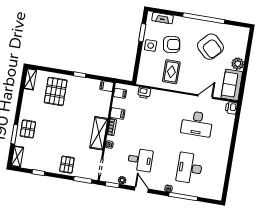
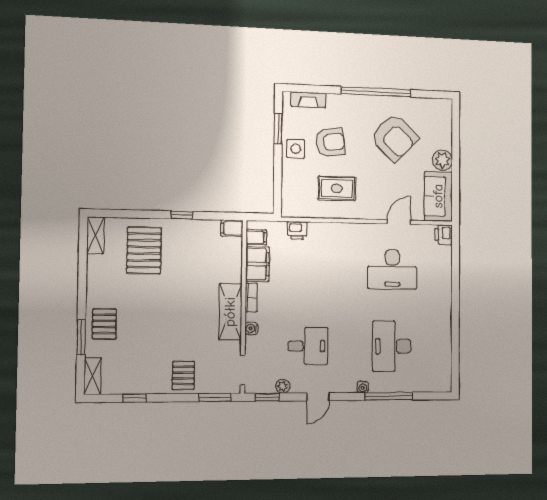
rug: (171, 72) -> (337, 188), turned 90
filing cabinet: (117, 114) -> (258, 264), width x2.00
door: (142, 190) -> (318, 397), swing flipped

